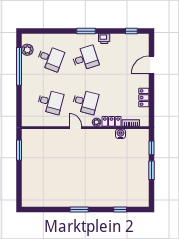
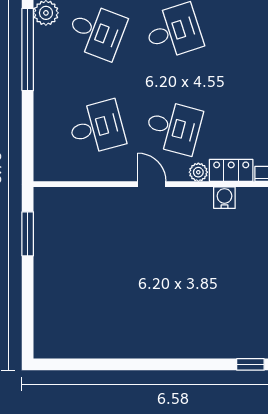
desk: (50, 102) -> (97, 127), turned -30
water cooler: (121, 134) -> (224, 198), moved
window: (79, 210) -> (160, 364), removed

